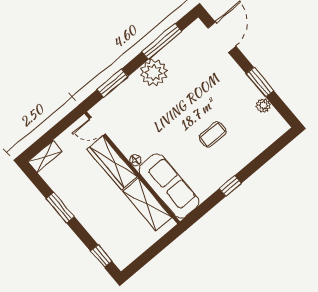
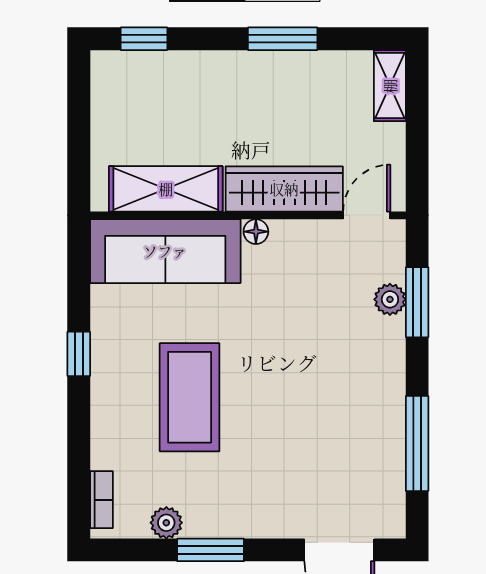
plant: (154, 73) -> (390, 299), moved, width x0.53, depth x0.53
coffee table: (213, 134) -> (190, 397), width x1.86, depth x1.72
bookcase: (274, 135) -> (101, 500), added

